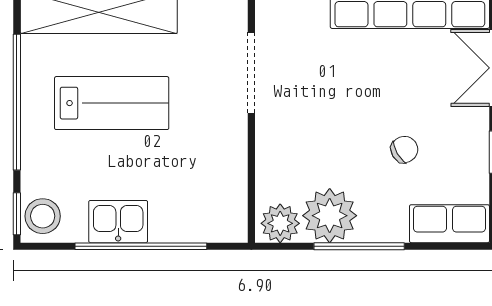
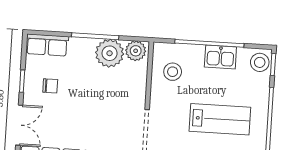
lab bench: (112, 103) -> (220, 119), turned 180
chair: (404, 149) -> (50, 86), moved, turned -150
stool: (207, 188) -> (173, 72), added

